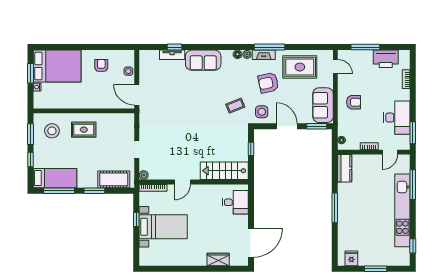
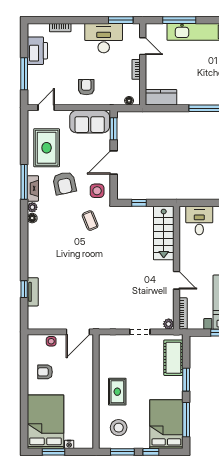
sofa: (203, 60) -> (39, 257), removed
bed: (55, 178) -> (166, 424), width x1.50

